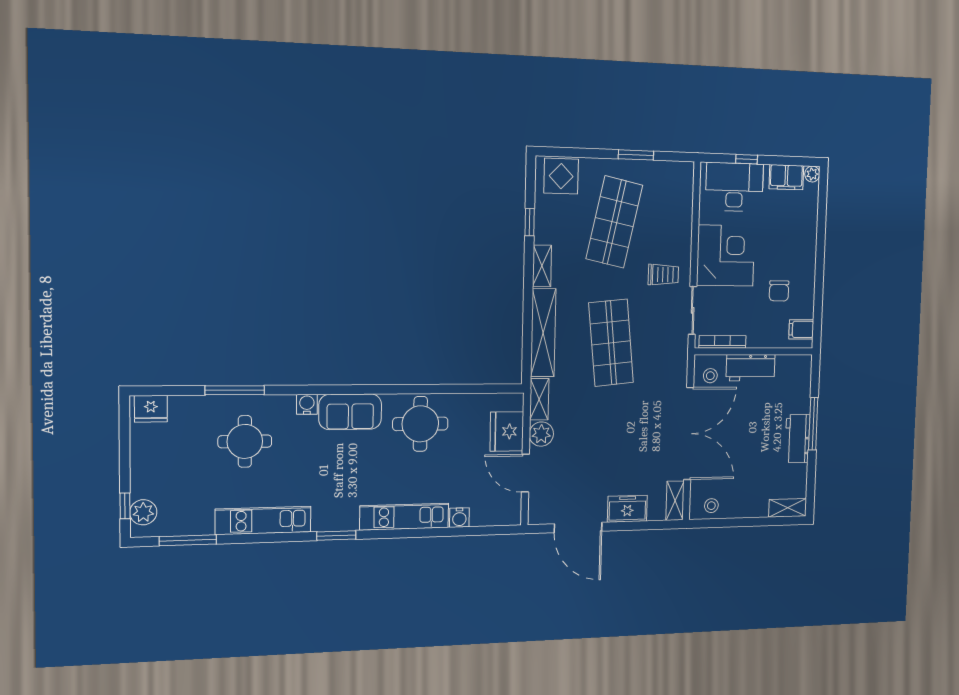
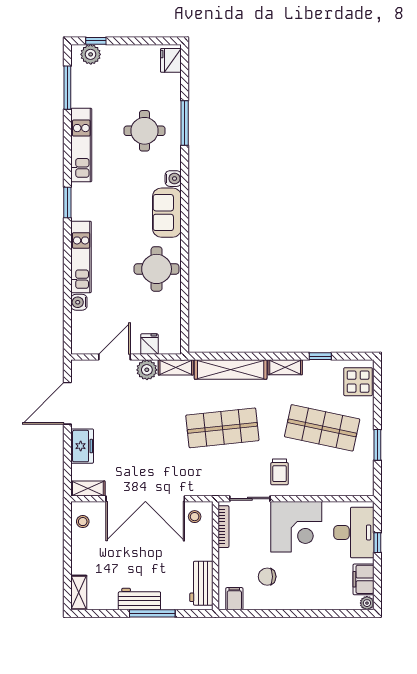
workbench: (750, 368) -> (201, 583), moved
fridge: (507, 431) -> (149, 344), width x0.53, depth x0.75

